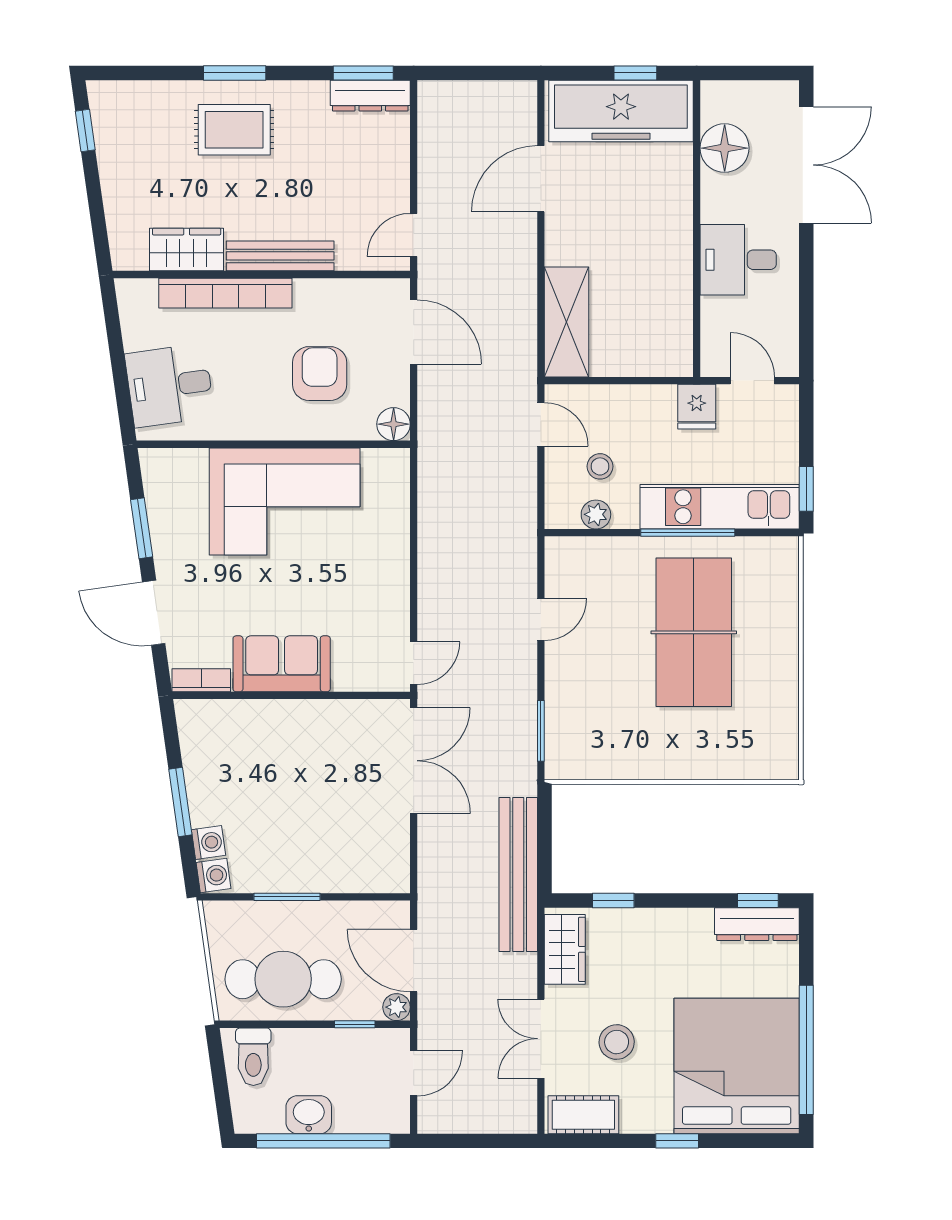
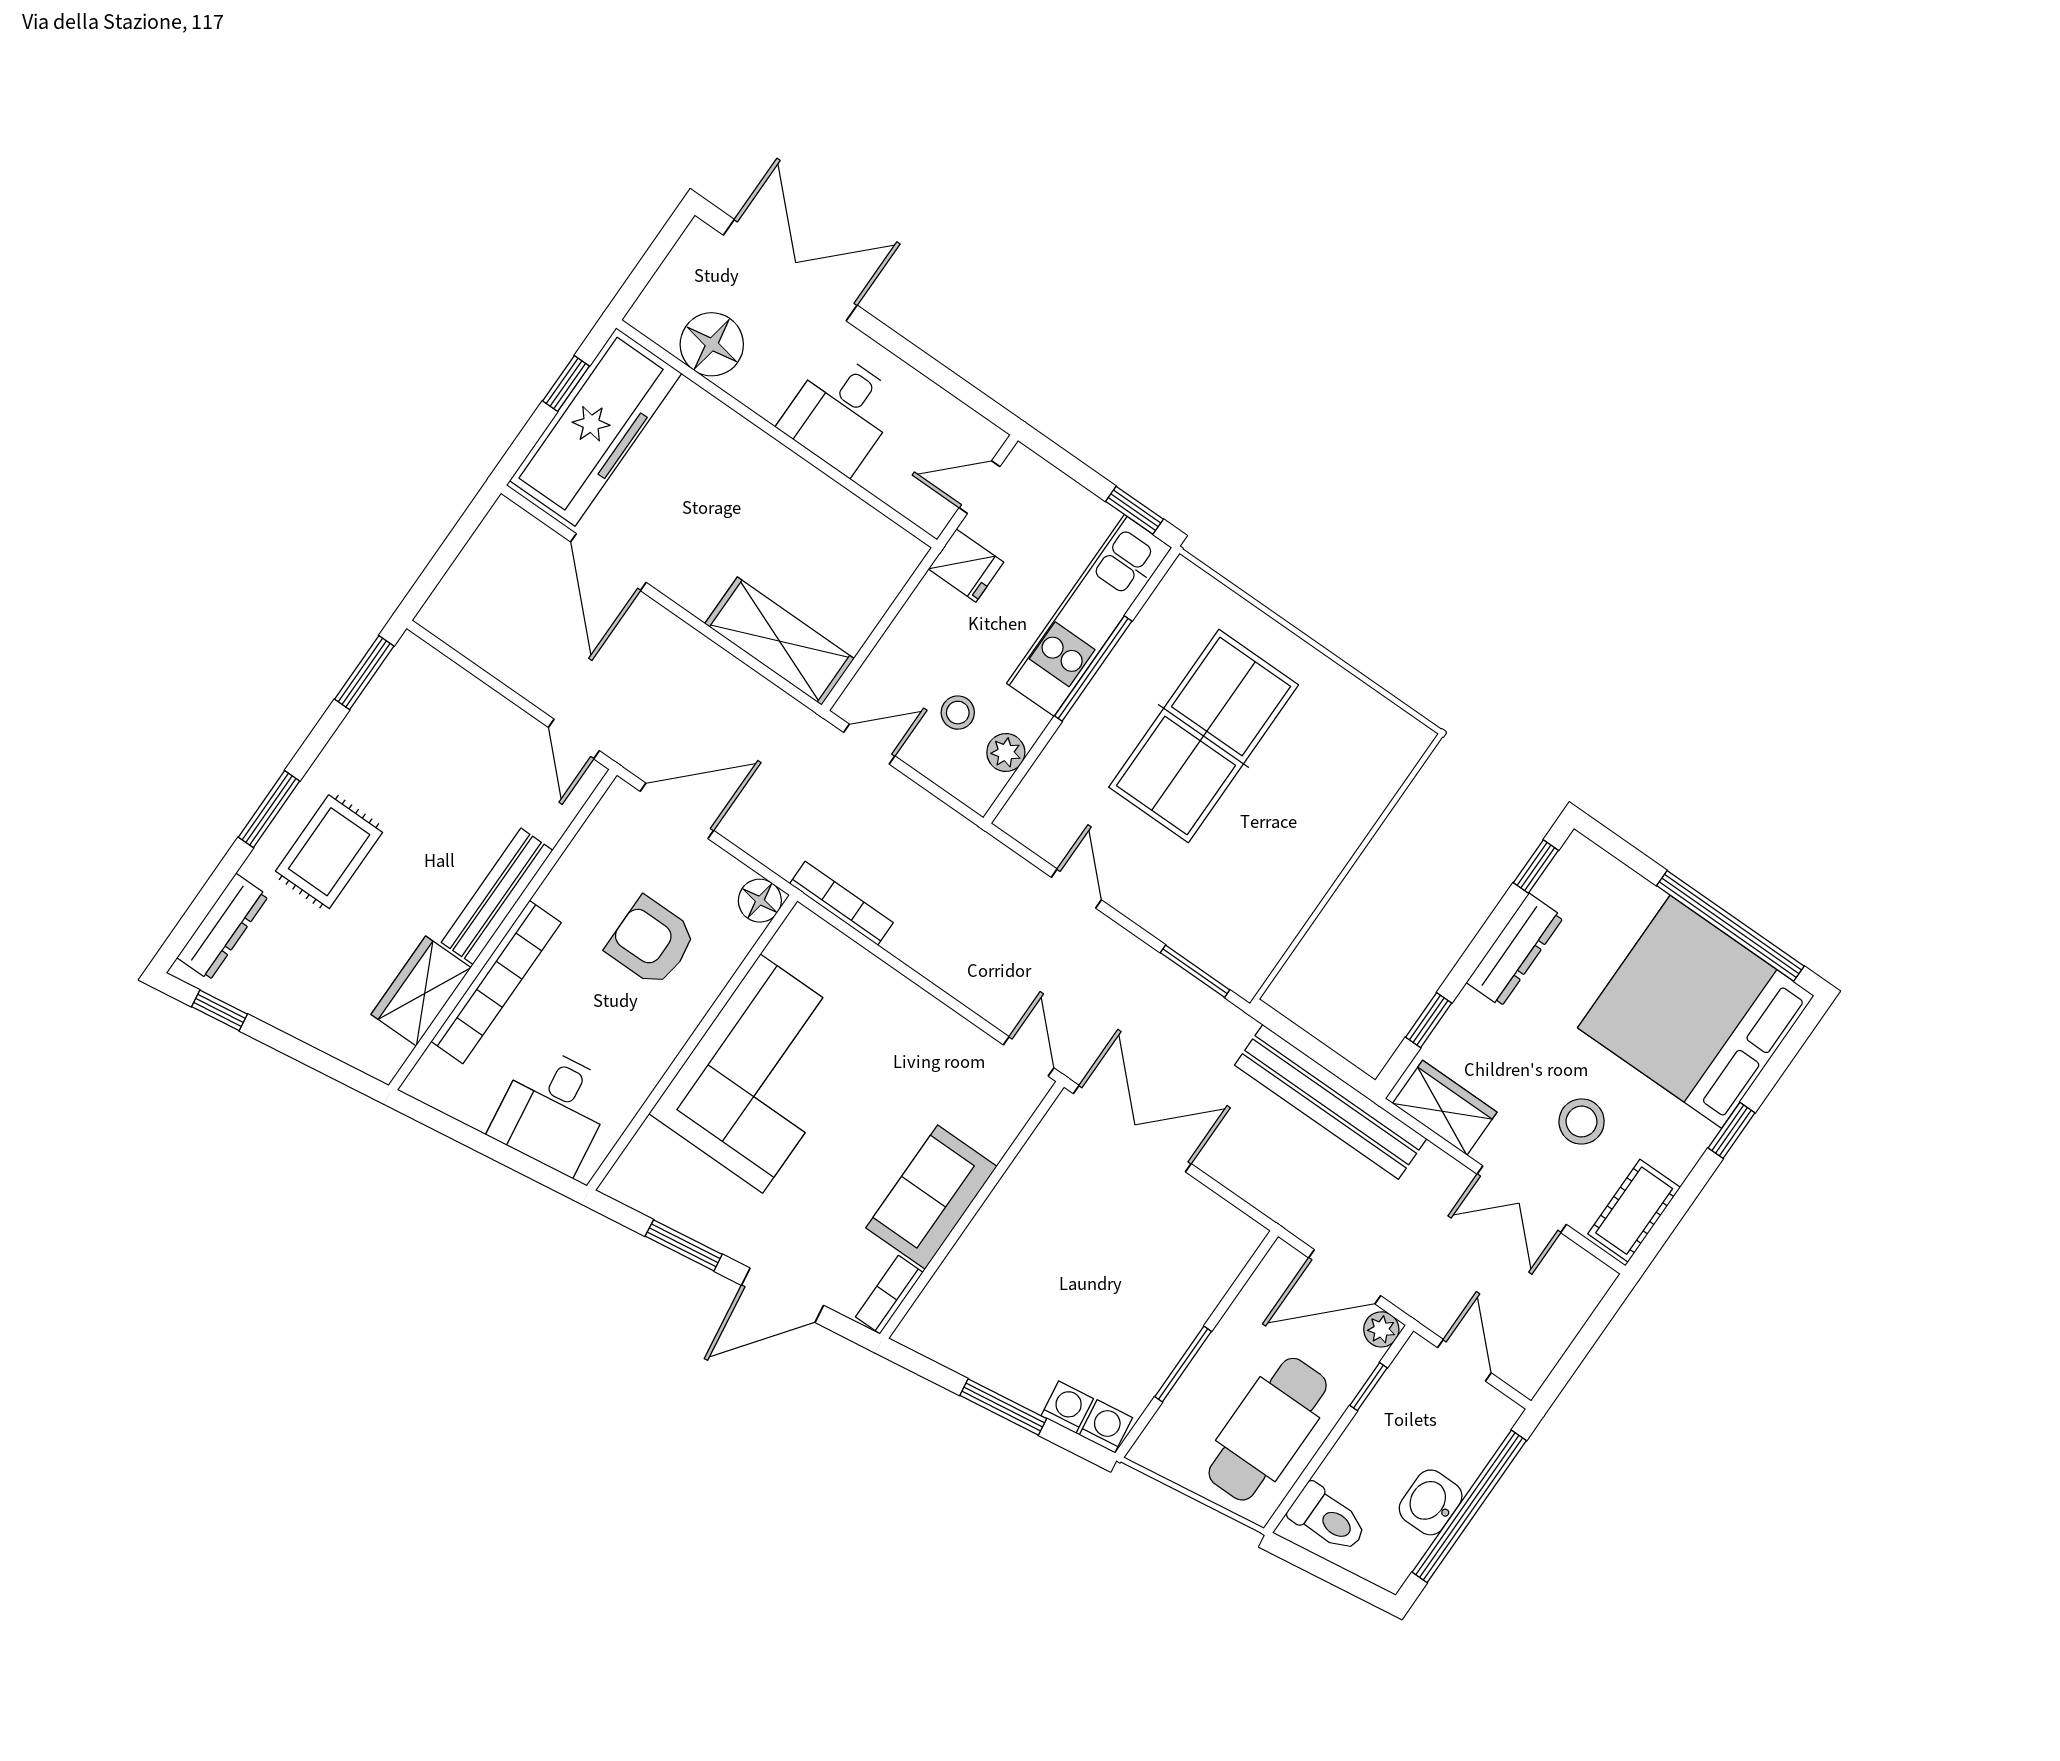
dresser: (370, 96) -> (223, 927), moved
bookcase: (428, 477) -> (841, 903), added
table tennis table: (694, 632) -> (1204, 736), turned 90
dresser: (757, 924) -> (1515, 950), moved

